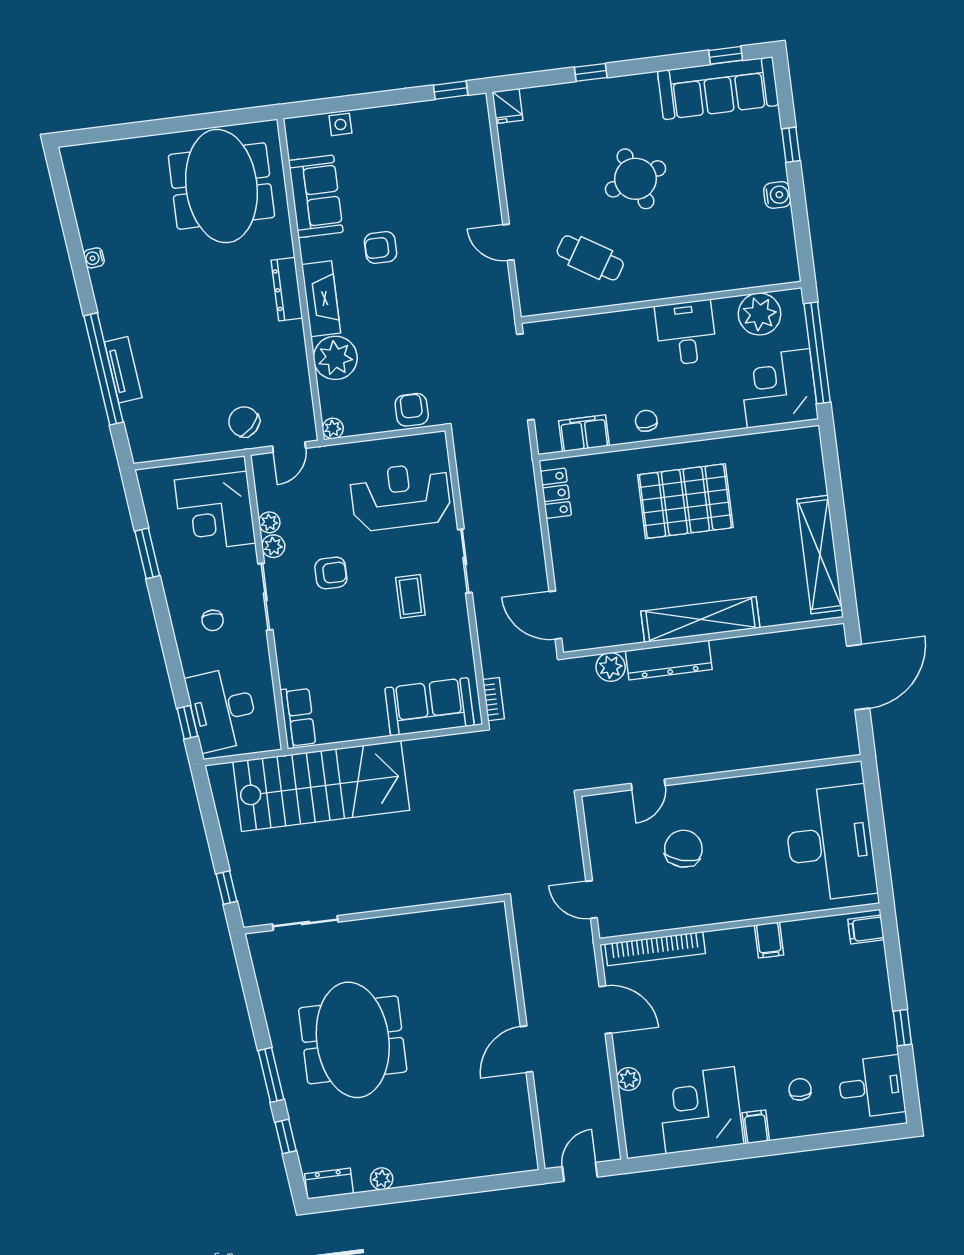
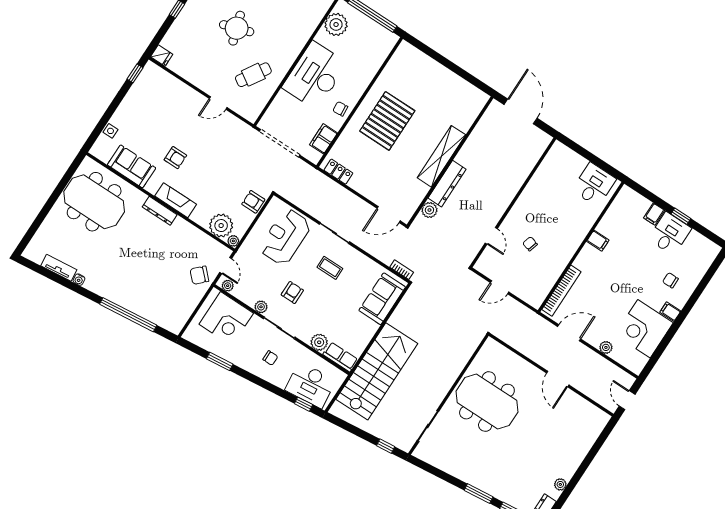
armchair: (381, 247) -> (175, 158), turned -90
desk: (686, 333) -> (315, 75), width x1.87, depth x1.30
plant: (335, 358) -> (221, 226), moved
tv unit: (123, 370) -> (59, 268), moved
corner desk: (779, 388) -> (373, 43), removed
plant: (269, 522) -> (228, 286), moved
shelving: (820, 555) -> (456, 84), removed
plant: (293, 670) -> (319, 342), added
desk: (830, 843) -> (594, 185), width x0.53, depth x0.77
chair: (683, 849) -> (530, 244), width x0.54, depth x0.54
door: (591, 900) -> (500, 287), moved
filing cabinet: (866, 929) -> (654, 214), moved
meeting table: (353, 1040) -> (487, 402), moved
desk: (871, 1087) -> (670, 234), moved

